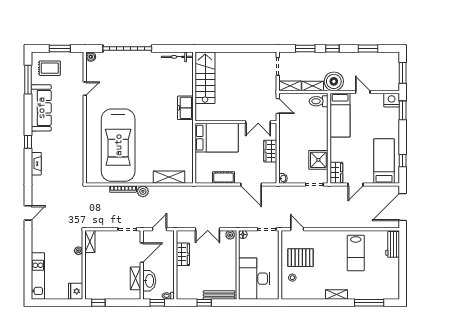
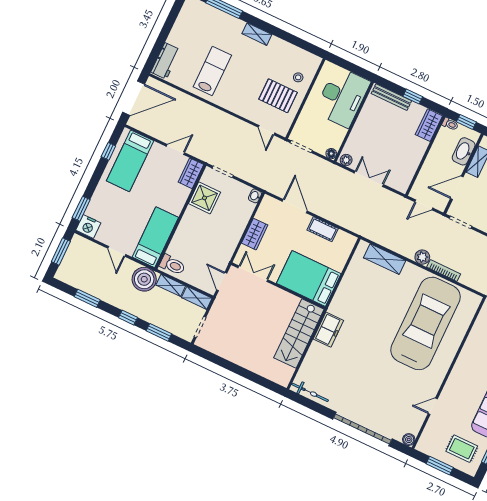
stairs: (205, 78) -> (299, 334), moved
wardrobe: (183, 254) -> (429, 125), moved

